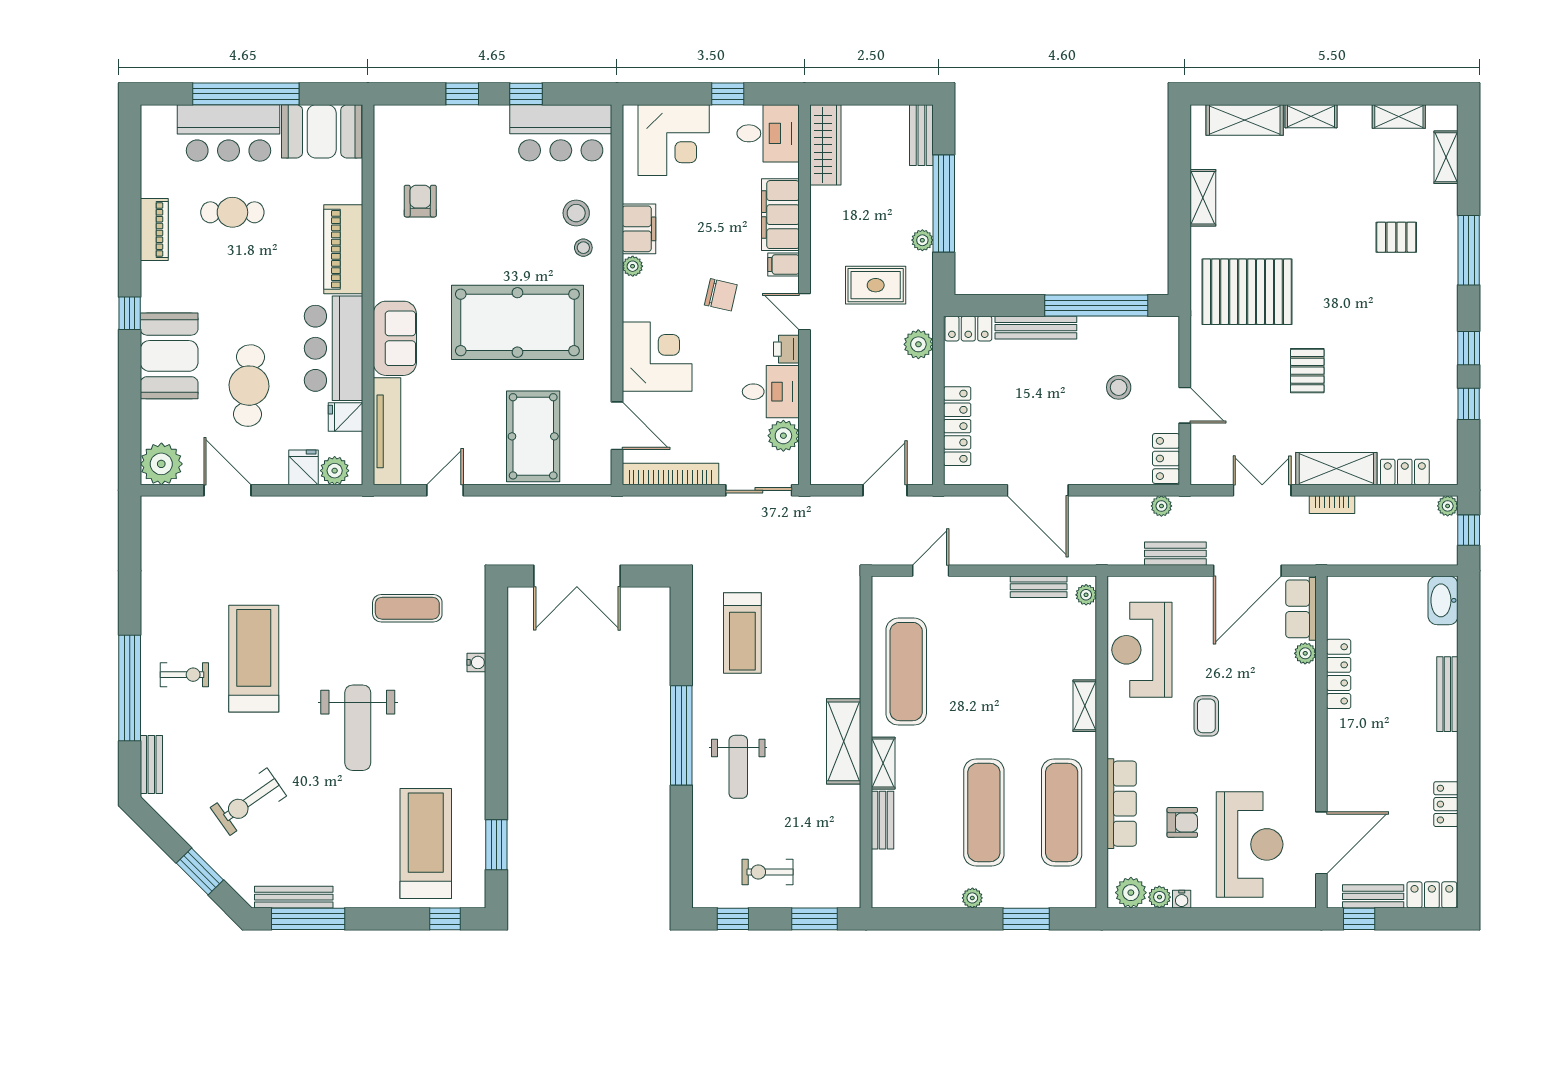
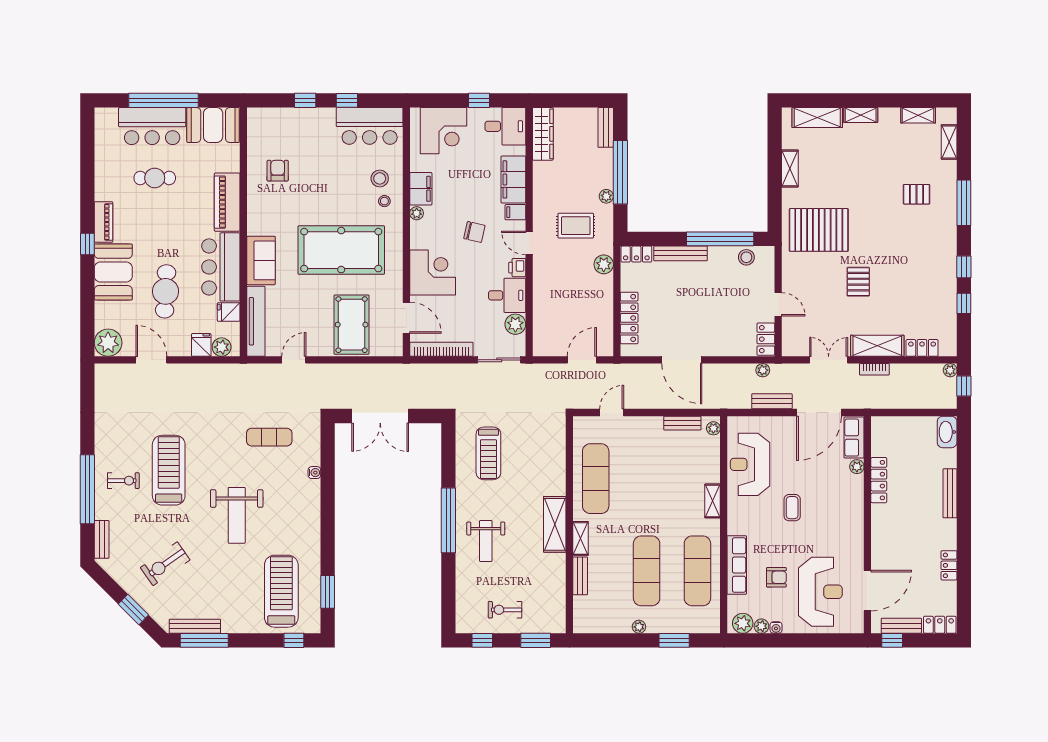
piano: (154, 229) -> (103, 222), moved
stool: (1119, 387) -> (746, 257), moved

